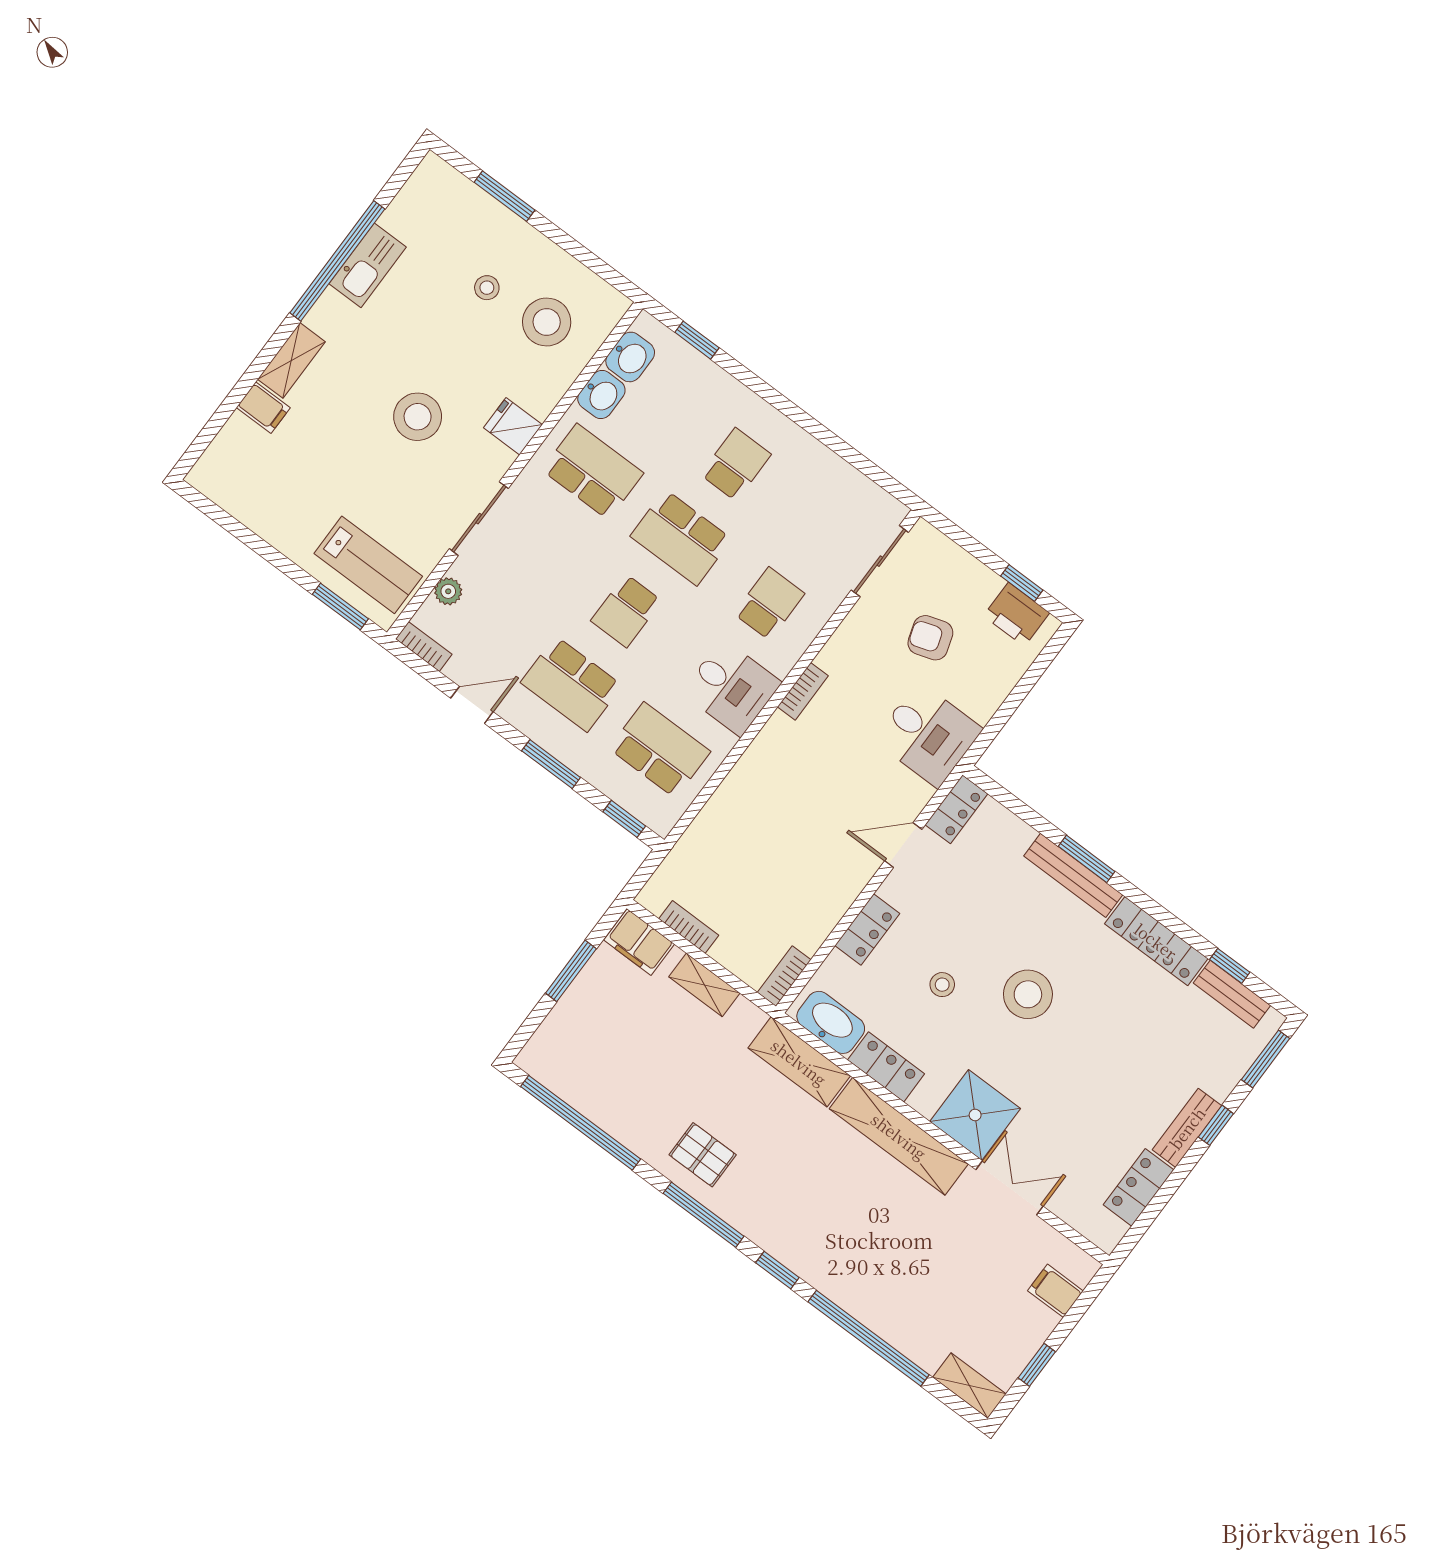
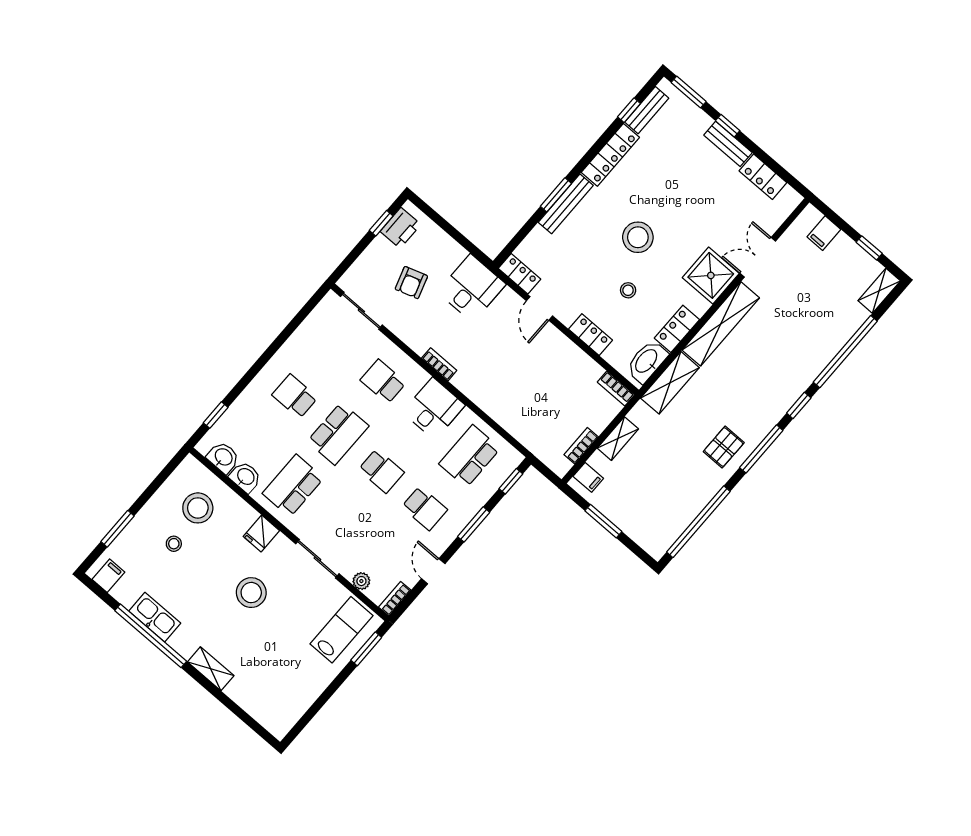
filing cabinet: (263, 408) -> (108, 576), moved
school desk: (571, 684) -> (425, 508), width x0.54
filing cabinet: (639, 942) -> (588, 477), width x0.50

